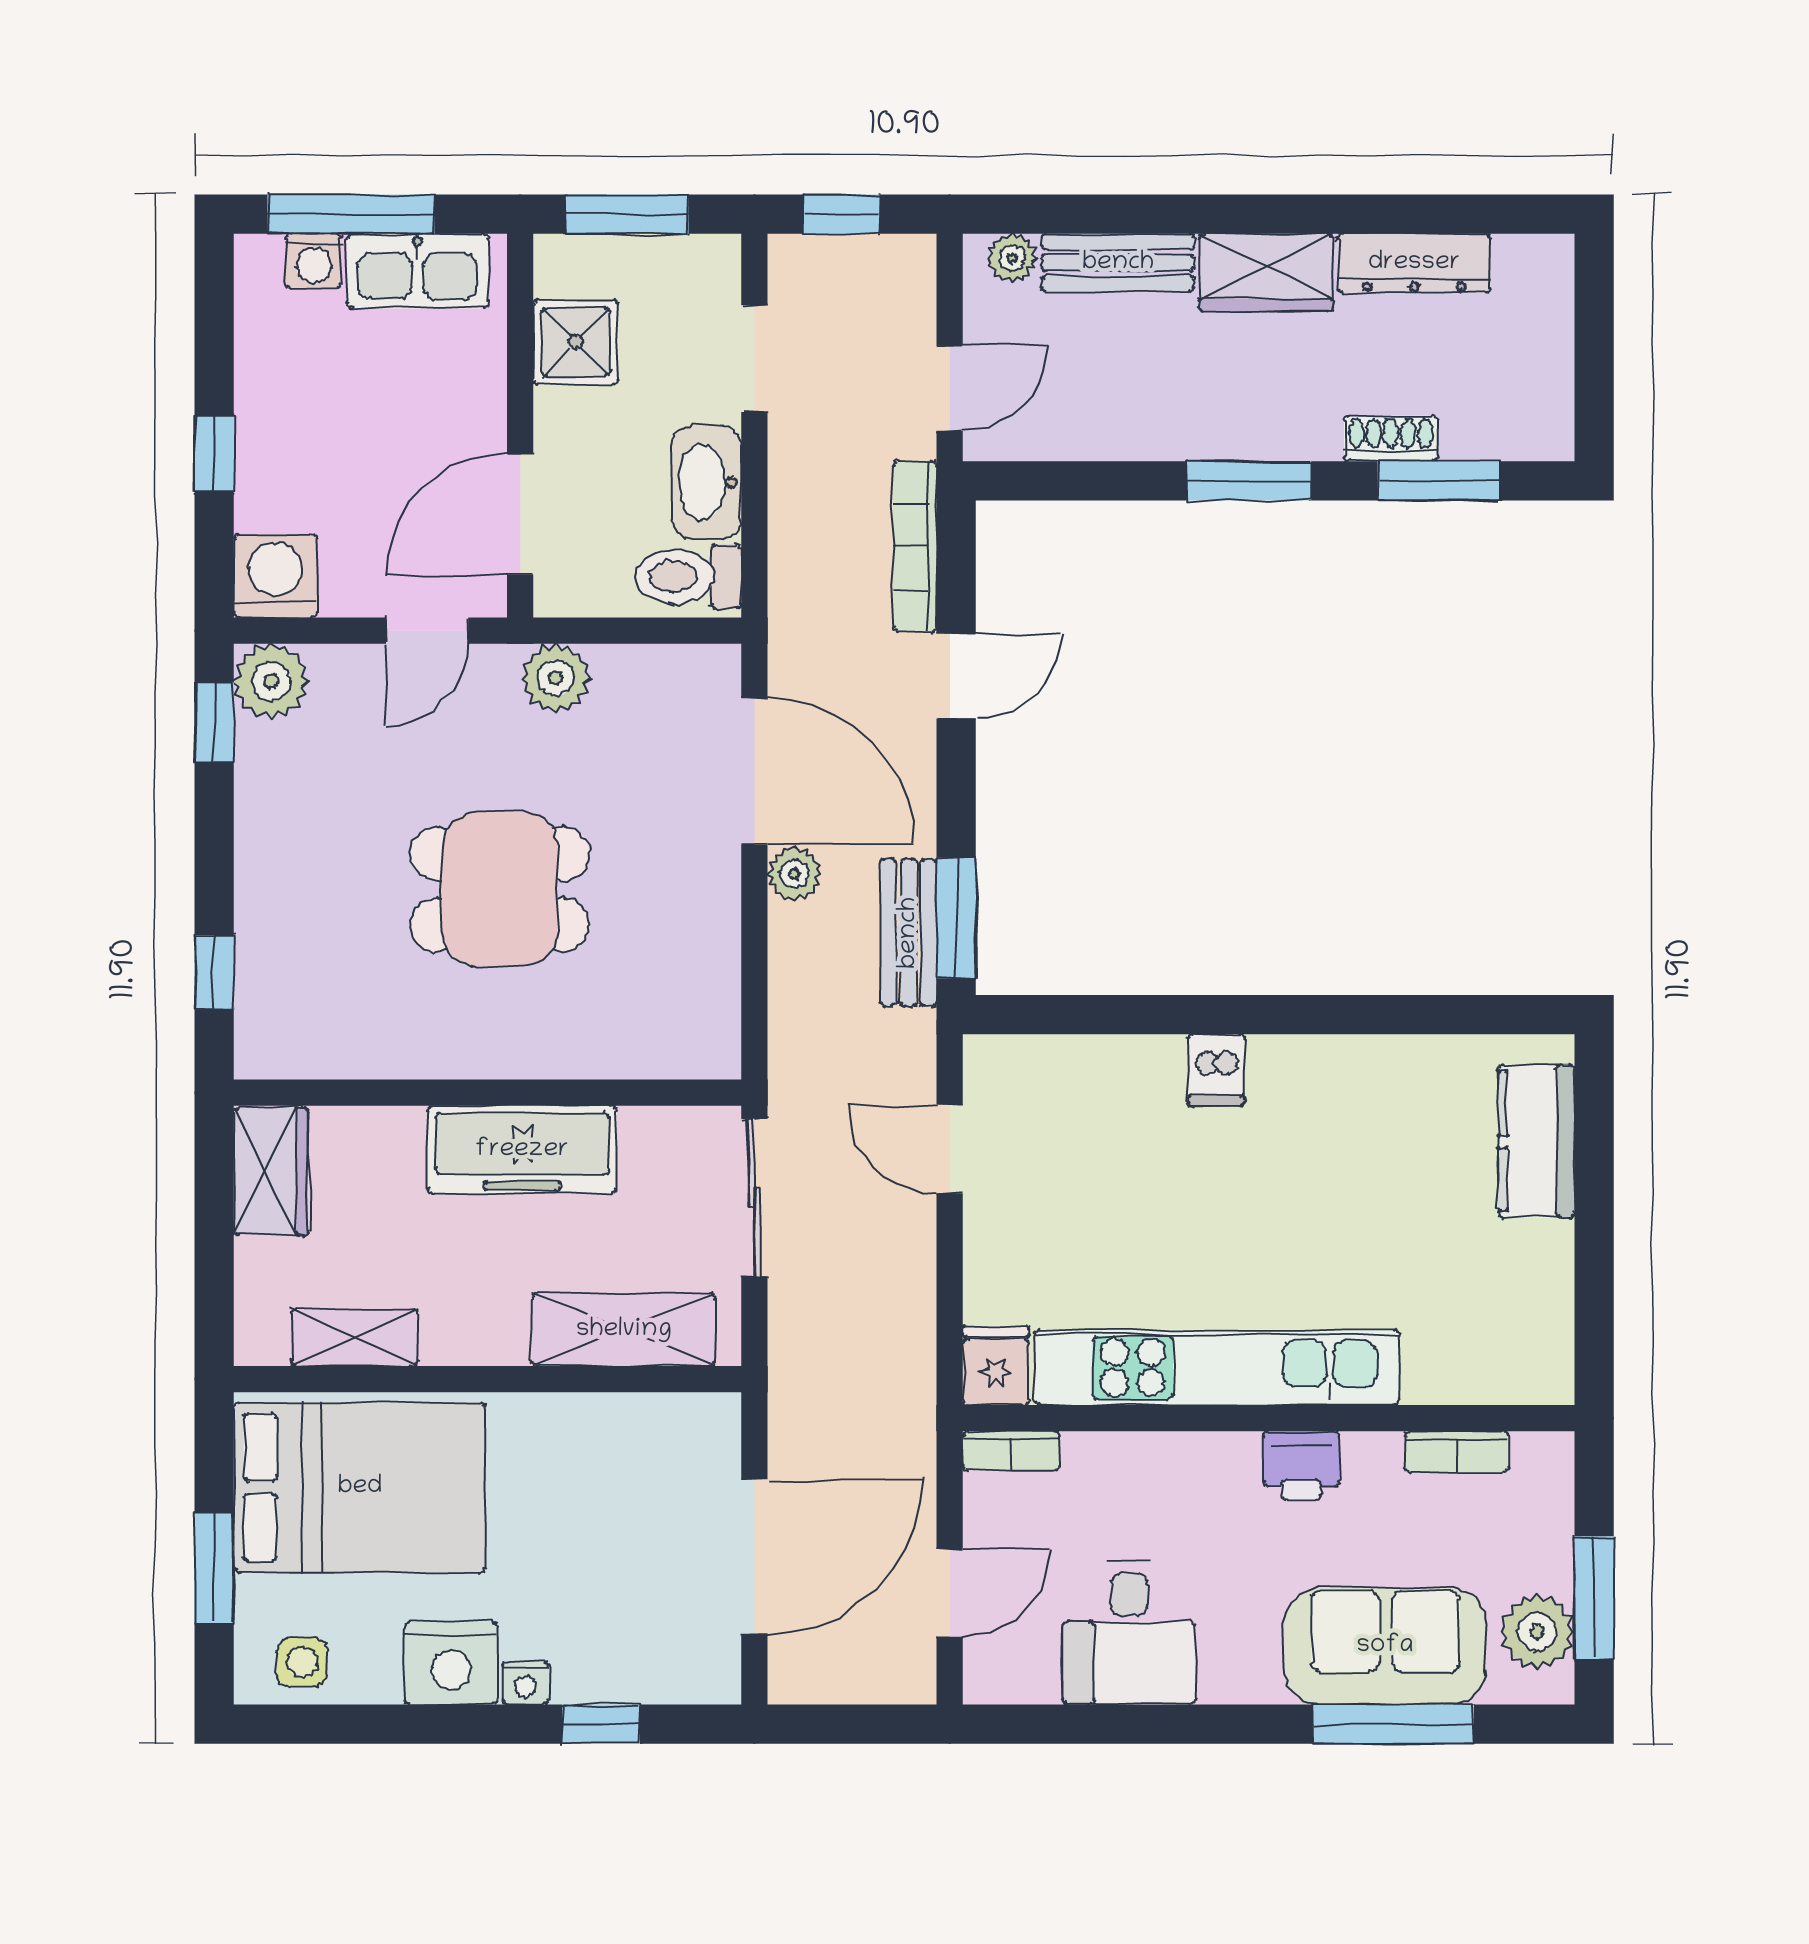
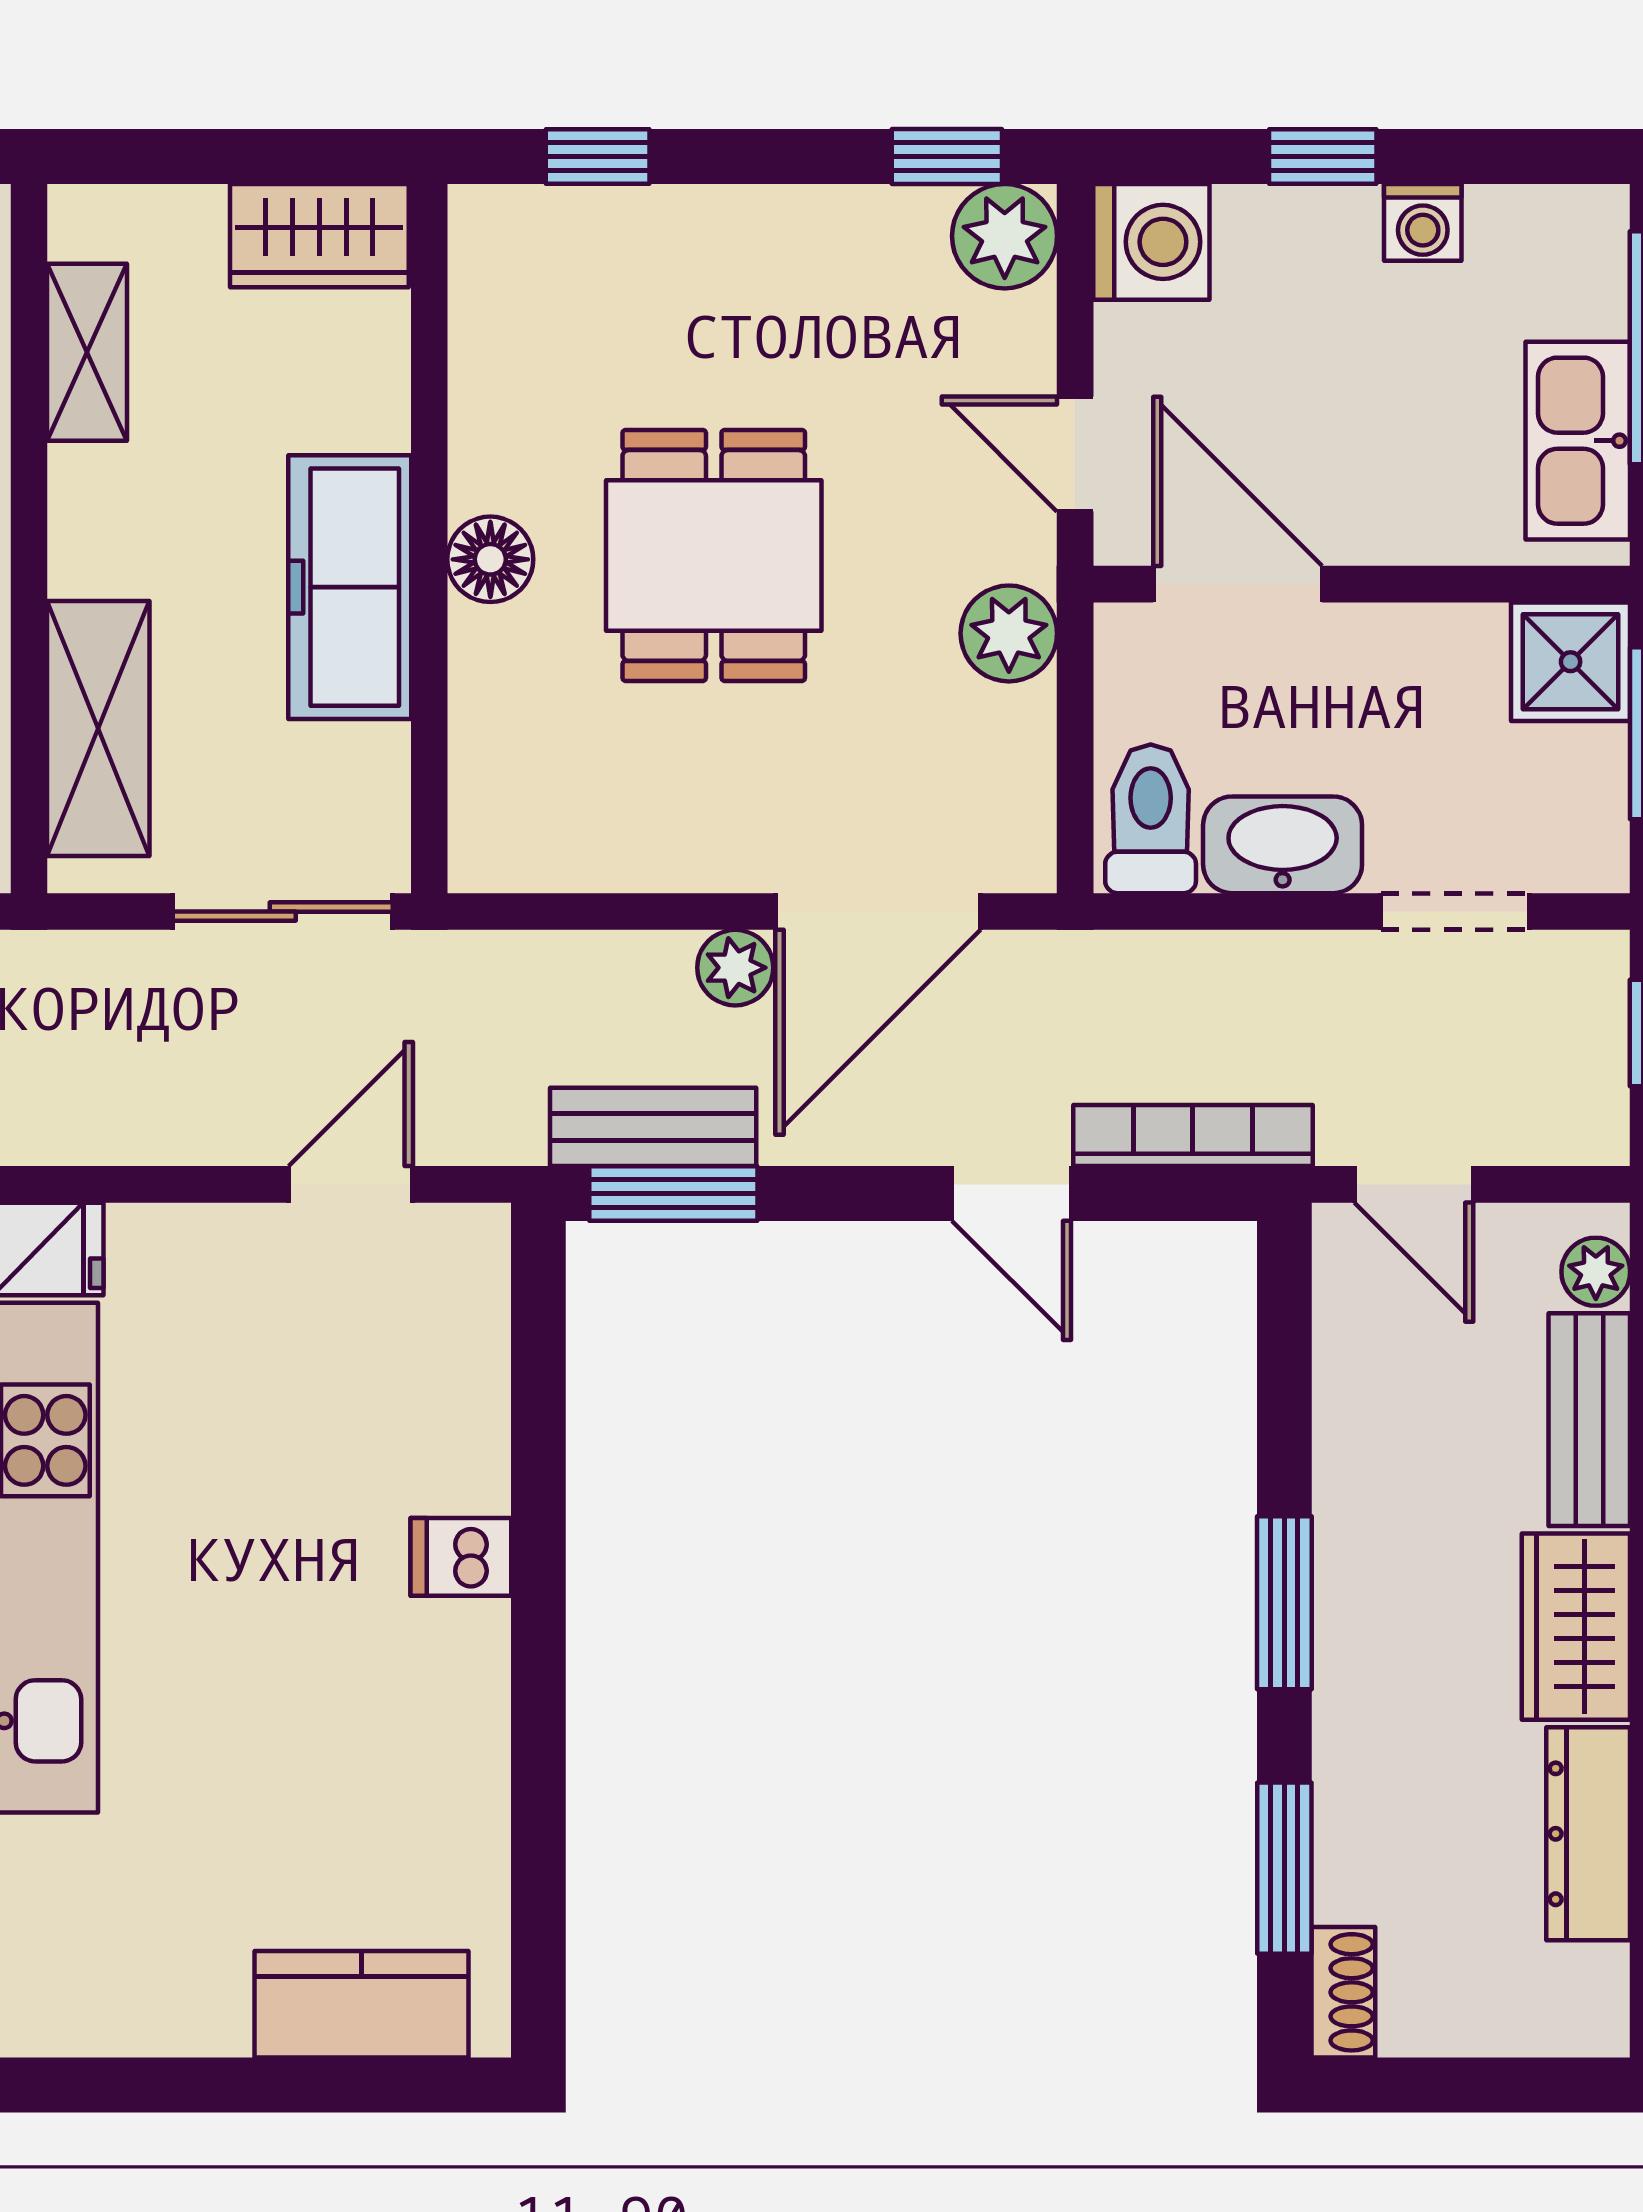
washing machine: (314, 261) -> (1423, 222), moved, turned -90
shower: (576, 342) -> (1571, 662), moved
shoe rack: (1391, 439) -> (1343, 1992), moved
floor lamp: (502, 1049) -> (490, 559), added

